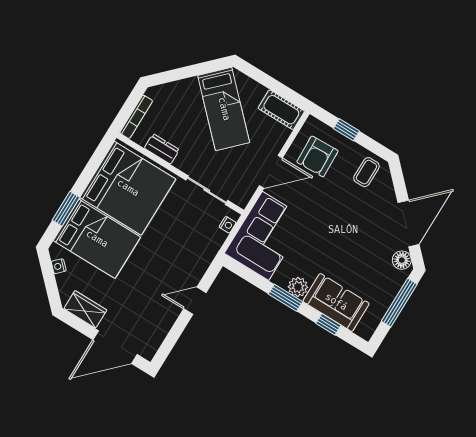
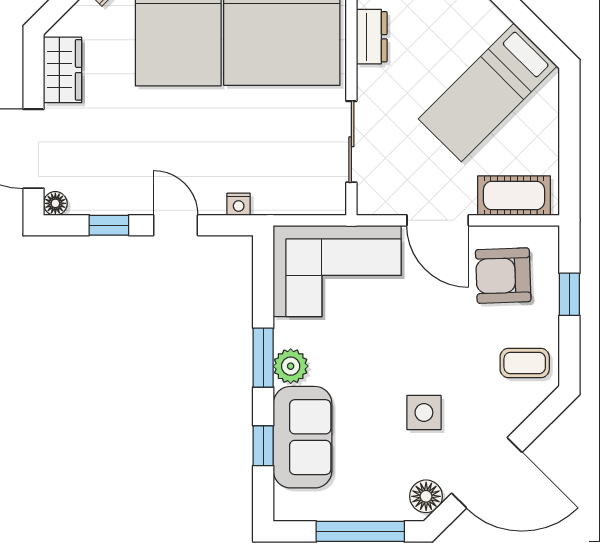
cot: (281, 110) -> (514, 196), moved, turned 90
nightstand: (228, 225) -> (239, 204), moved
side table: (360, 236) -> (424, 413), added
window: (175, 333) -> (109, 225), added
floor lamp: (148, 353) -> (55, 203), added

